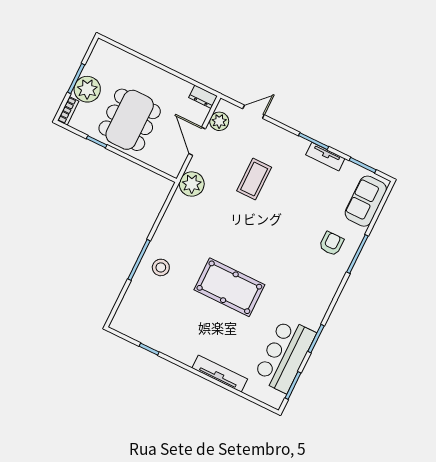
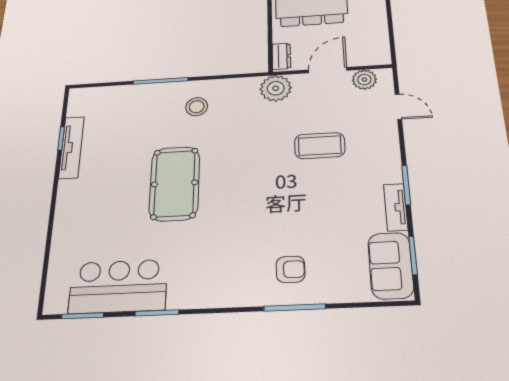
dresser: (203, 97) -> (281, 56), moved, turned 180
sofa: (366, 201) -> (391, 265), moved, turned -90
stool: (161, 267) -> (197, 107), moved
tv unit: (220, 374) -> (71, 147), moved

